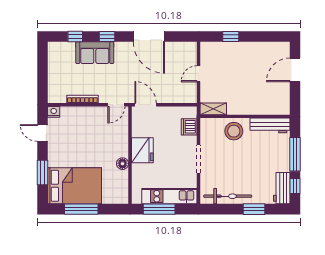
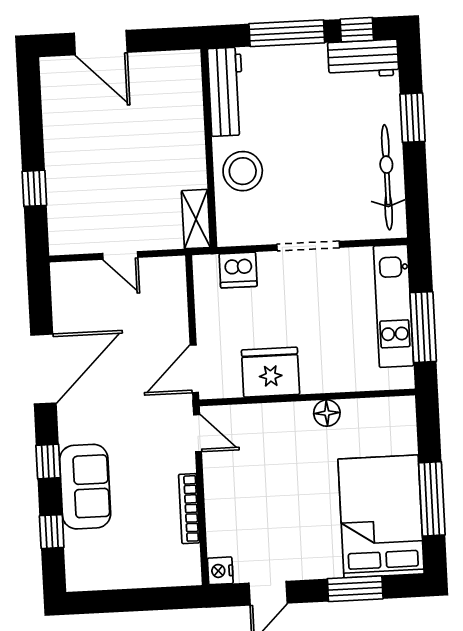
fridge: (142, 150) -> (270, 372), moved

